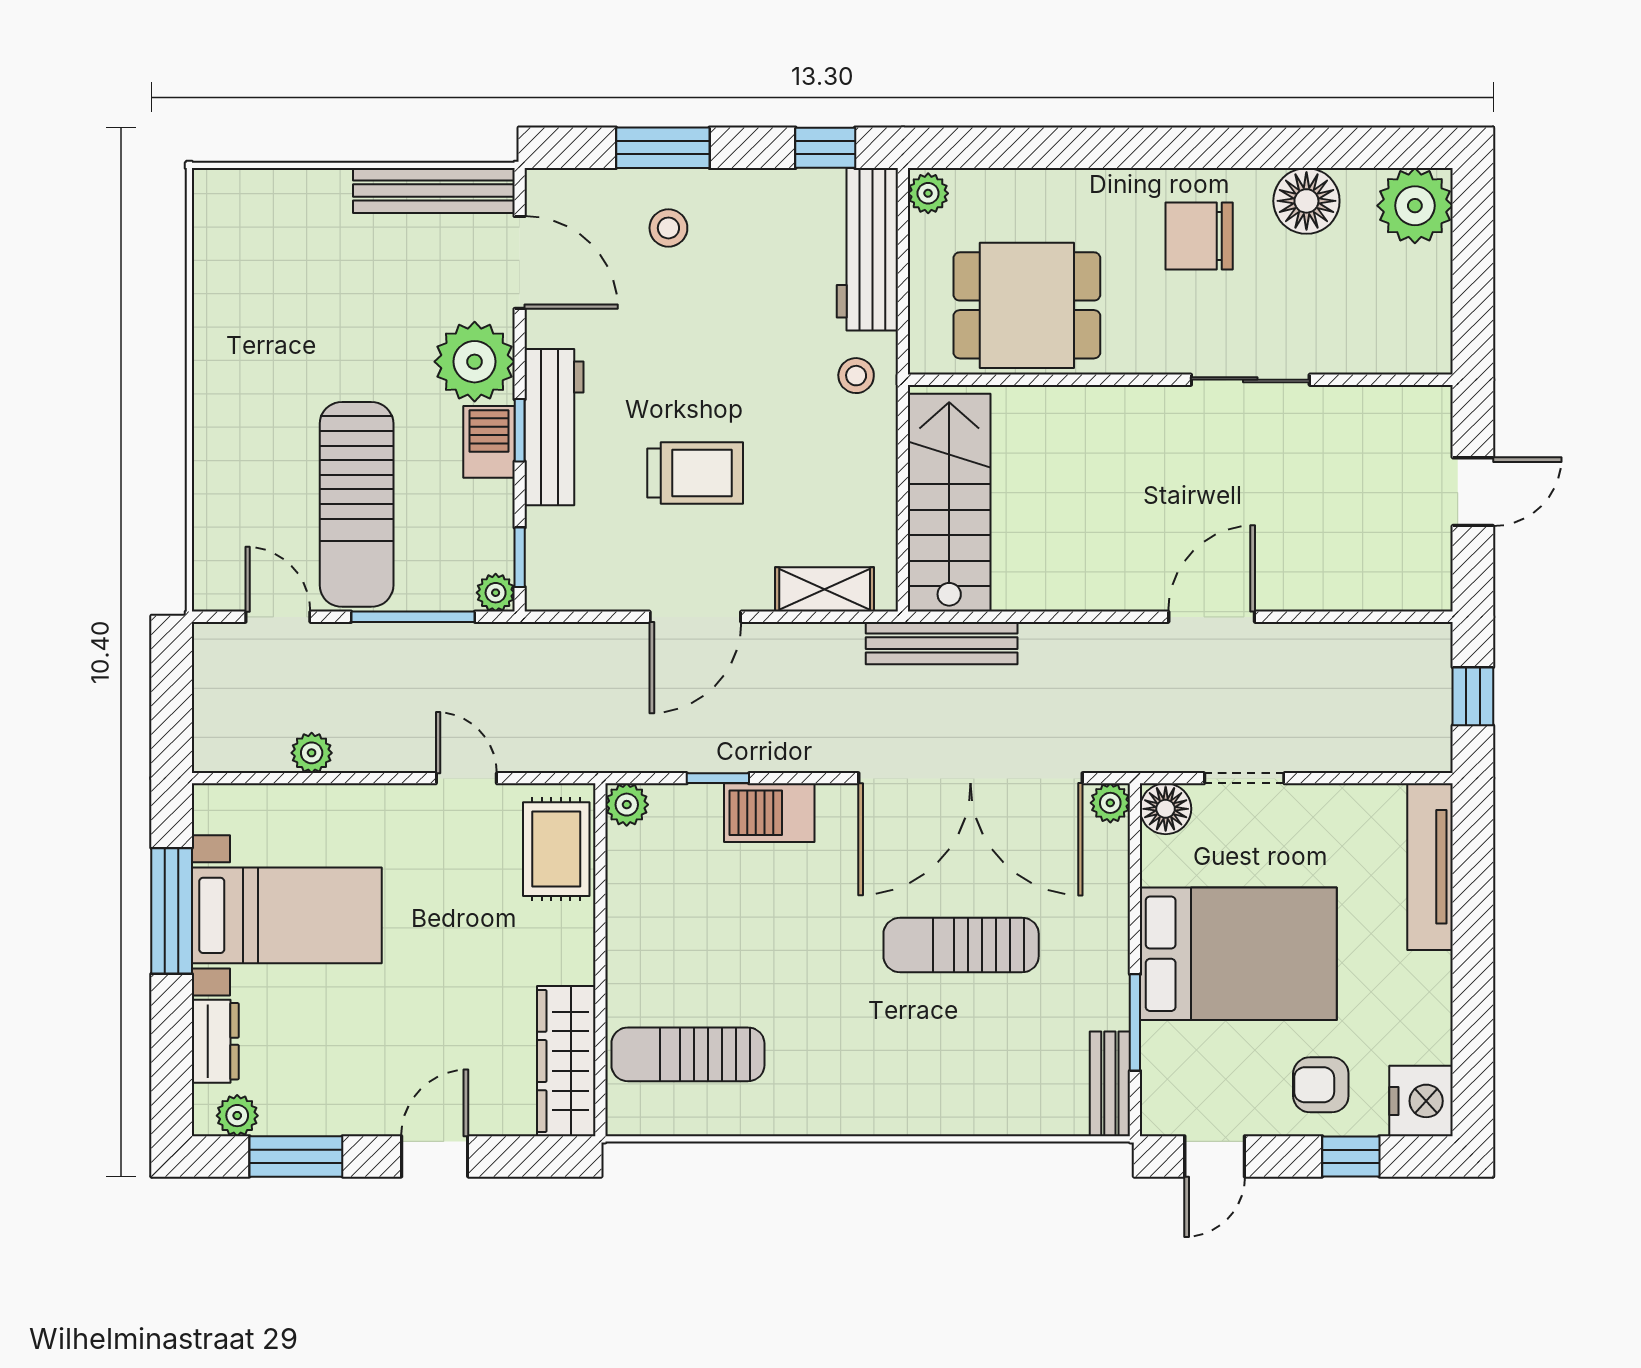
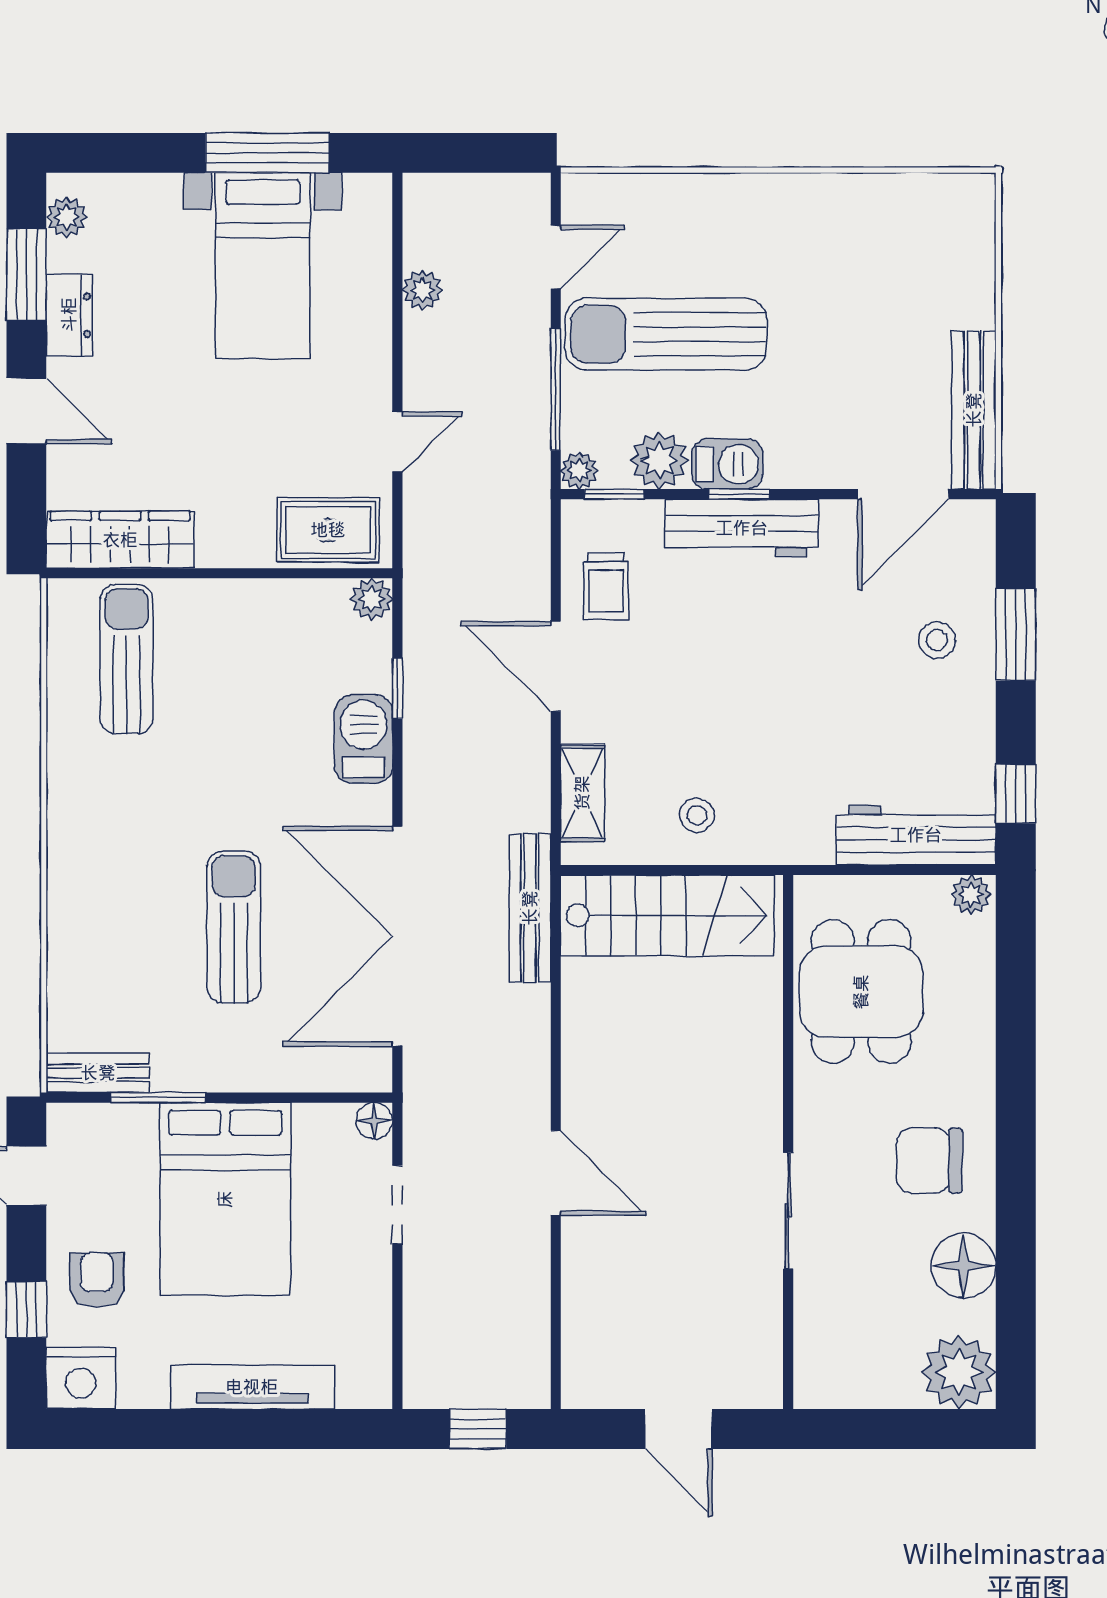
chair: (1199, 236) -> (929, 1160), turned -90
plant: (475, 362) -> (659, 460), moved, width x0.73, depth x0.73
stool: (856, 376) -> (697, 815), moved
trolley: (695, 473) -> (606, 586), moved, width x0.73, depth x0.72
plant: (1110, 803) -> (373, 1073), removed
floor lamp: (1166, 809) -> (374, 1121), width x0.73, depth x0.73
tv unit: (1430, 867) -> (252, 1387), moved
dresser: (215, 1041) -> (69, 315), moved, turned -90

